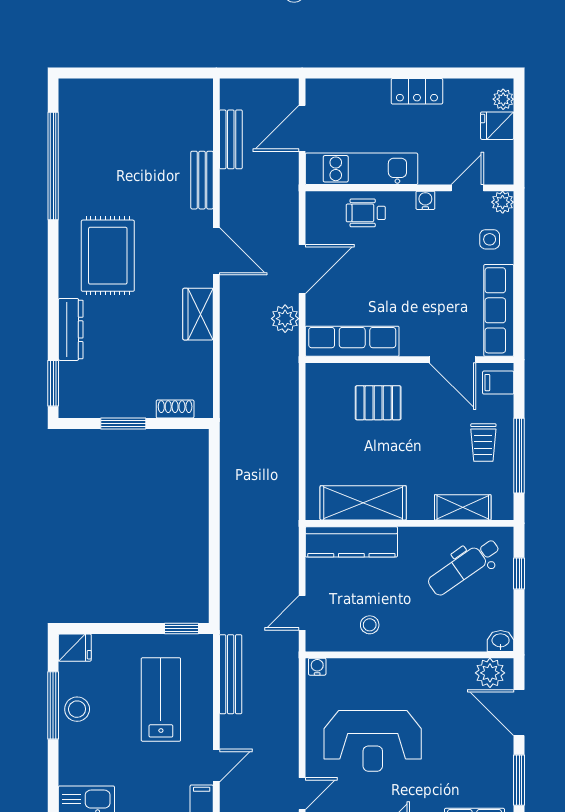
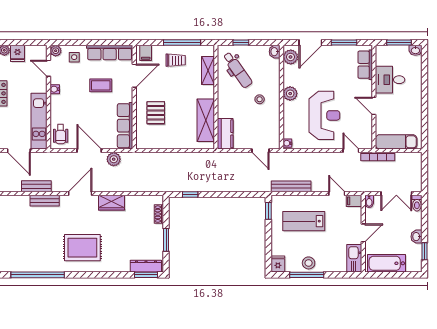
bench: (231, 139) -> (36, 186), moved
wheelchair: (366, 213) -> (61, 134), moved
coffee table: (433, 293) -> (101, 85), added
dresser: (71, 329) -> (146, 266), moved
window: (214, 472) -> (190, 195), added
kitchen counter: (351, 542) -> (225, 134), width x0.67
stool: (370, 625) -> (260, 99), moved
plant: (417, 672) -> (290, 94), added

